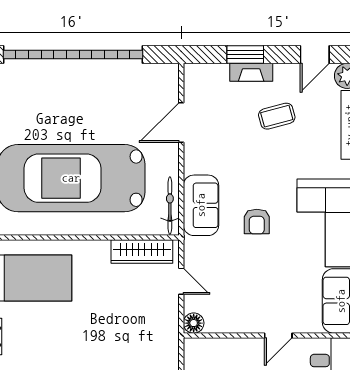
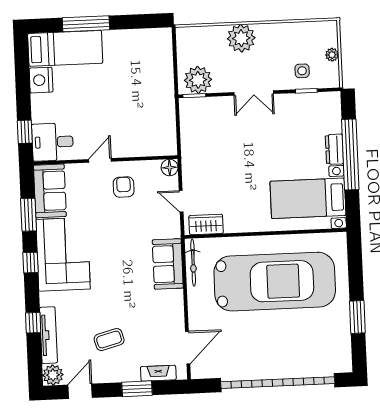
fireplace: (251, 72) -> (158, 373), moved
door: (181, 123) -> (188, 348), moved
armchair: (257, 222) -> (124, 187), moved
wardrobe: (142, 252) -> (206, 224), width x0.67

